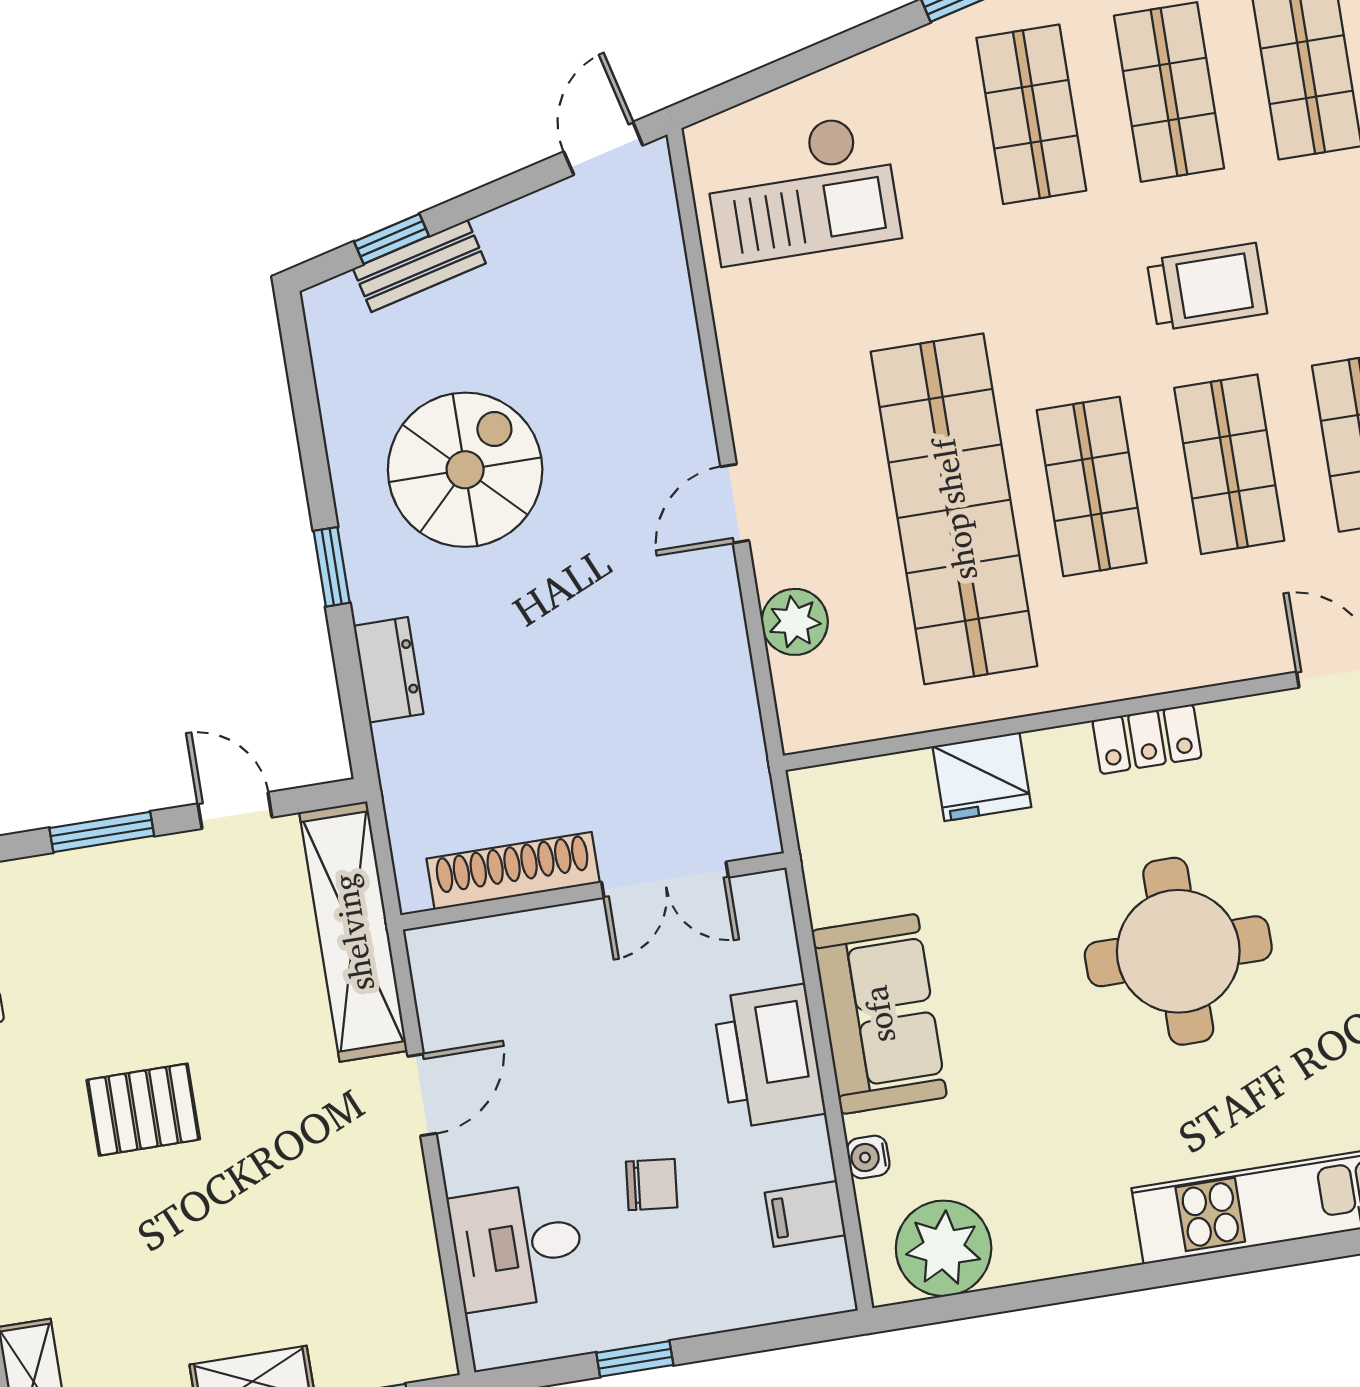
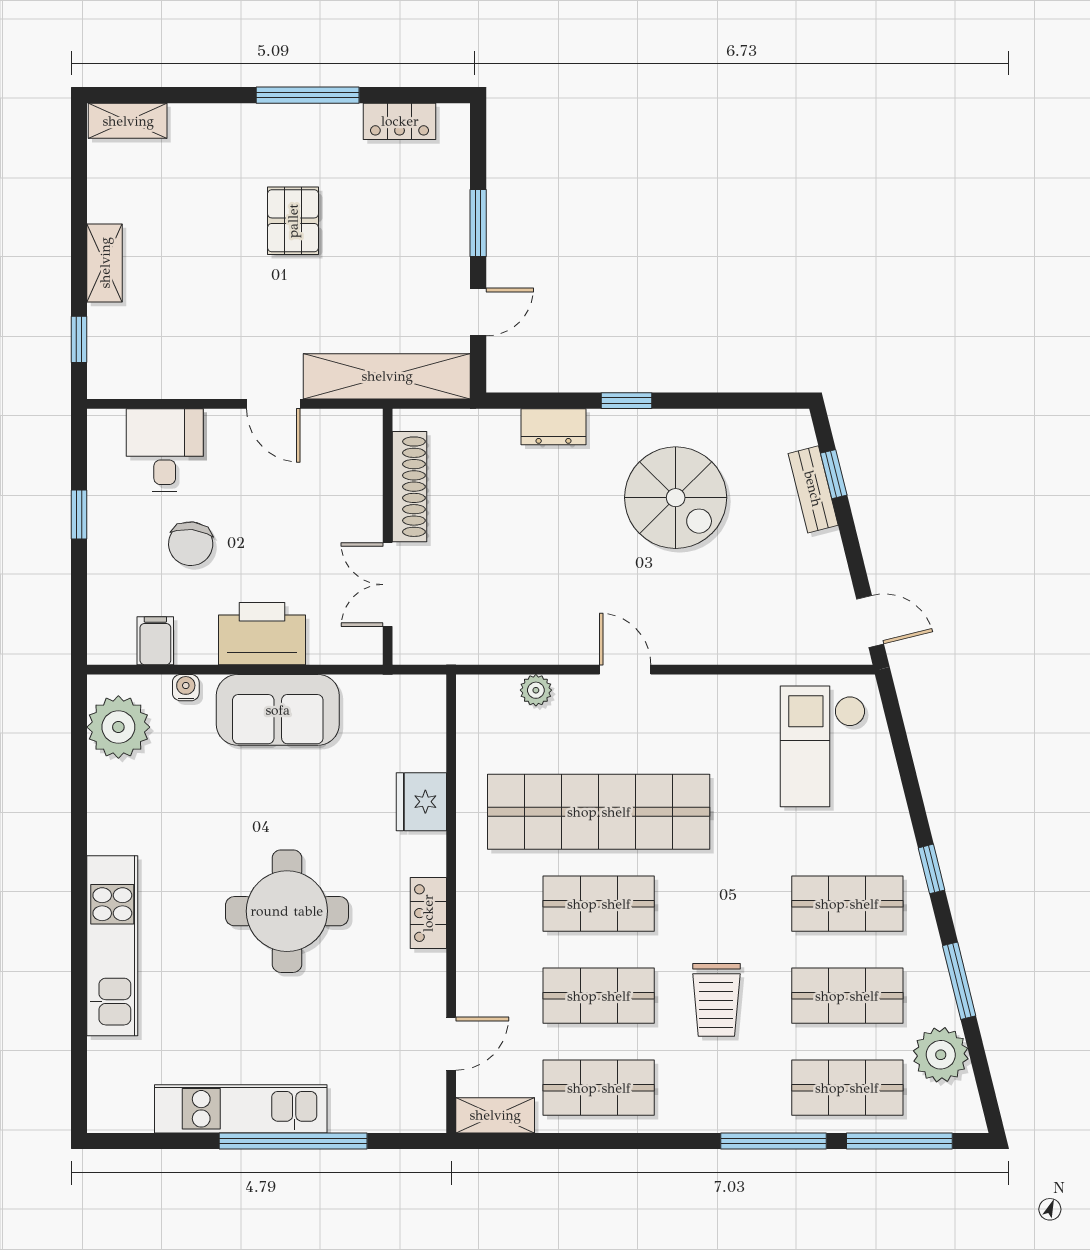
plant: (795, 622) -> (536, 690), width x0.73, depth x0.73
chair: (652, 1184) -> (191, 544), width x1.37, depth x1.37

